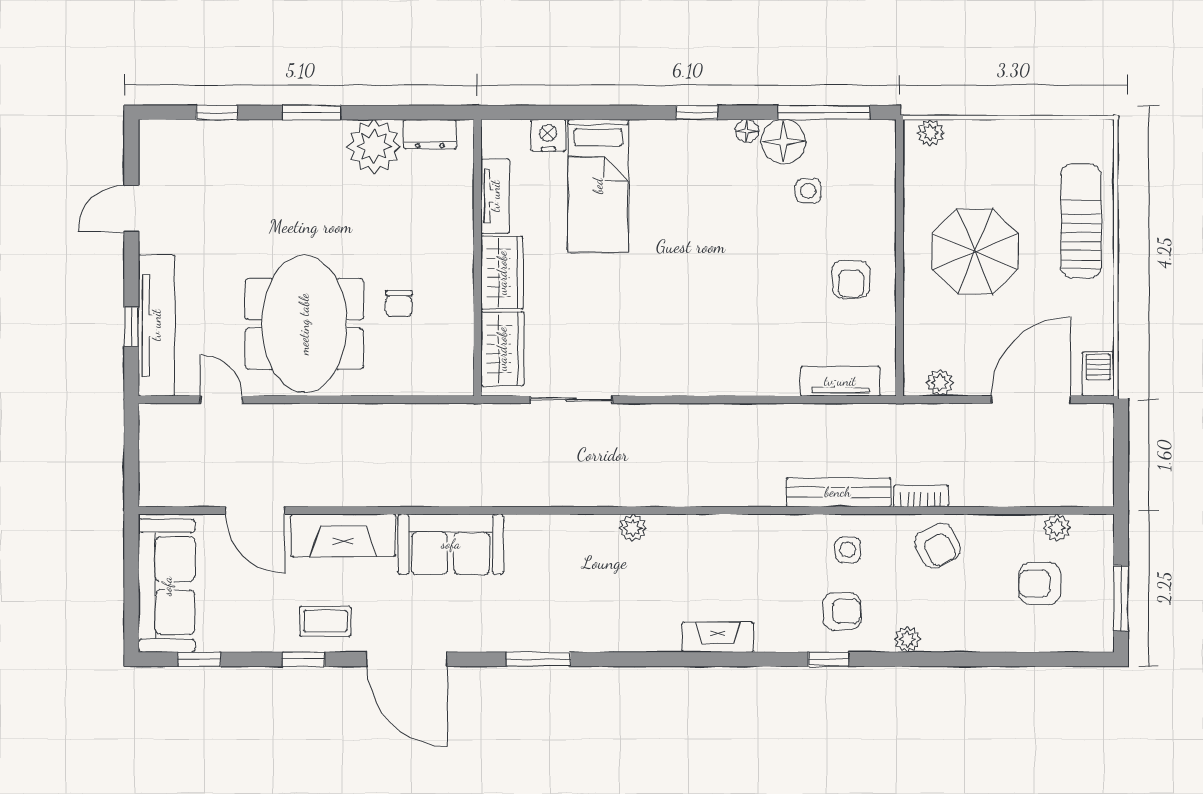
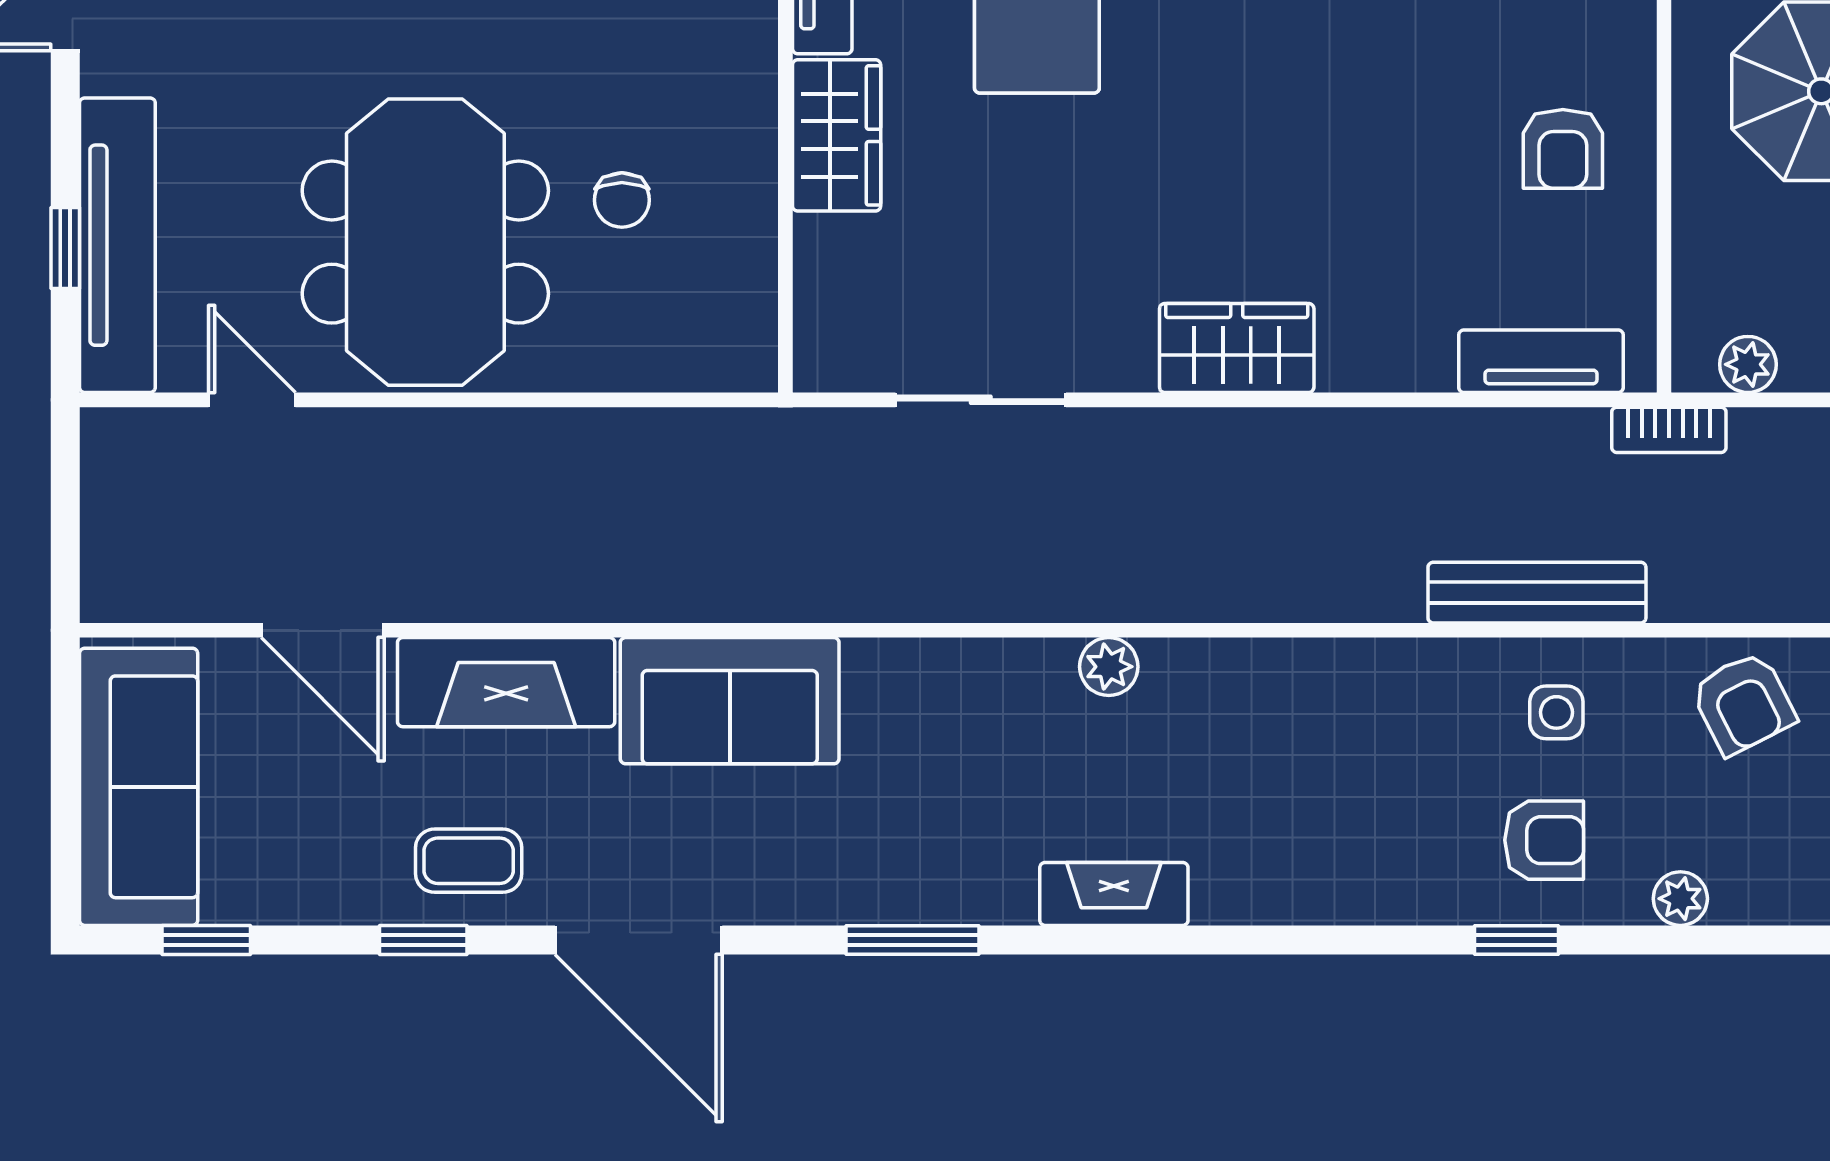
wardrobe: (502, 349) -> (1237, 348), moved, turned -90
bookcase: (921, 496) -> (1669, 430), moved, turned 180
fireplace: (718, 637) -> (1114, 894), moved

